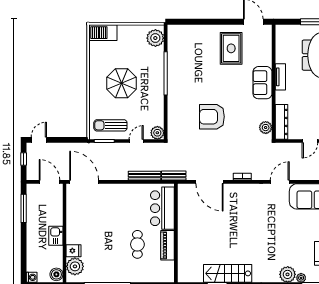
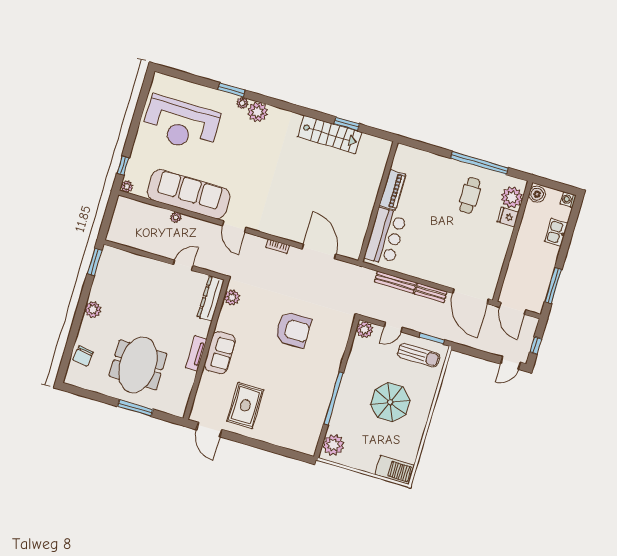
bench: (174, 176) -> (431, 293), moved
door: (280, 182) -> (234, 227), hinge flipped
kitchen sink: (56, 236) -> (556, 232), moved, turned 180
cafe table: (137, 244) -> (470, 195), moved

